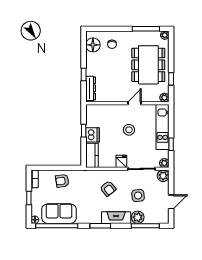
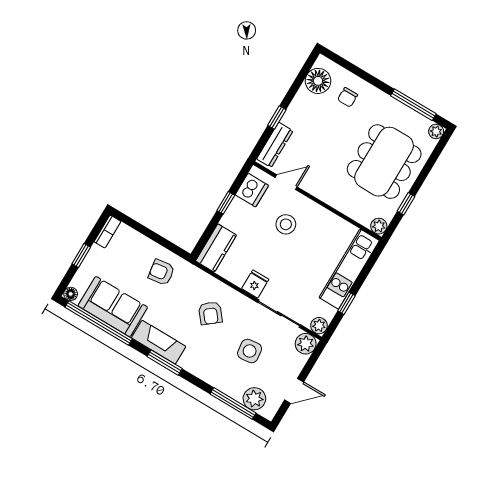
door: (134, 103) -> (286, 182), moved
stool: (129, 130) -> (286, 224), moved
dishwasher: (93, 135) -> (252, 190), moved
armchair: (62, 181) -> (161, 272), moved
plant: (138, 217) -> (254, 399), moved
fireplace: (116, 218) -> (159, 342), moved

